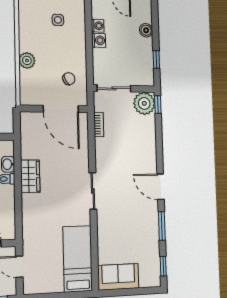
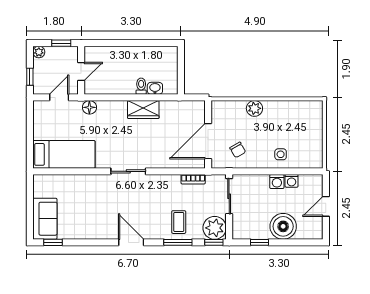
side table: (58, 20) -> (281, 154), moved
boiler: (146, 30) -> (283, 226), width x1.86, depth x1.86
coffee table: (140, 139) -> (179, 222), added
door: (161, 187) -> (131, 242), hinge flipped
window: (162, 226) -> (178, 242), moved
floor lamp: (29, 234) -> (89, 107), added
sofa: (118, 277) -> (45, 219), moved

